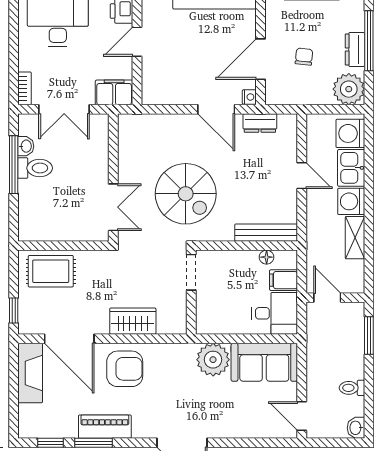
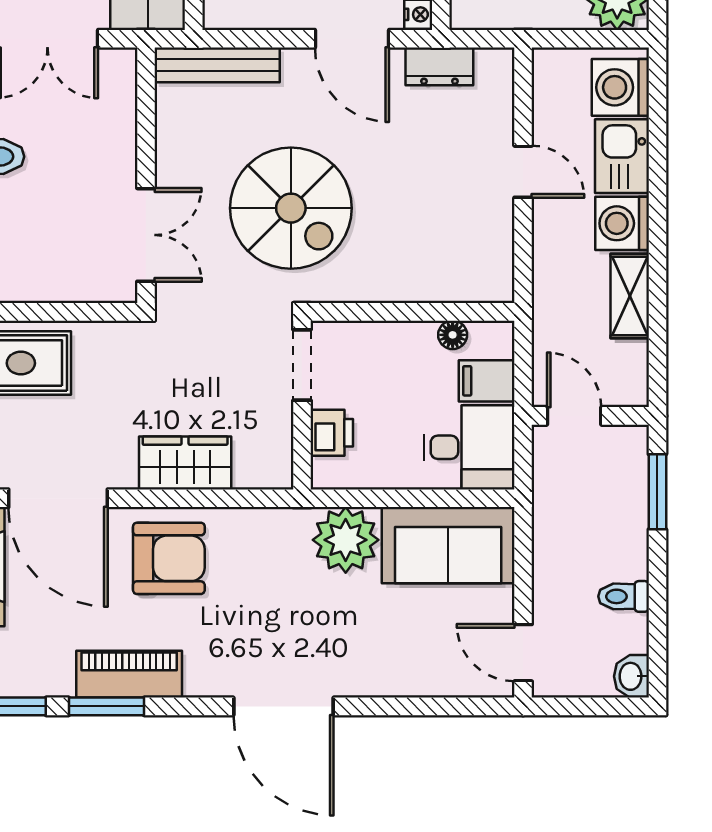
bench: (266, 233) -> (217, 65), moved
printer: (206, 306) -> (332, 433), added

